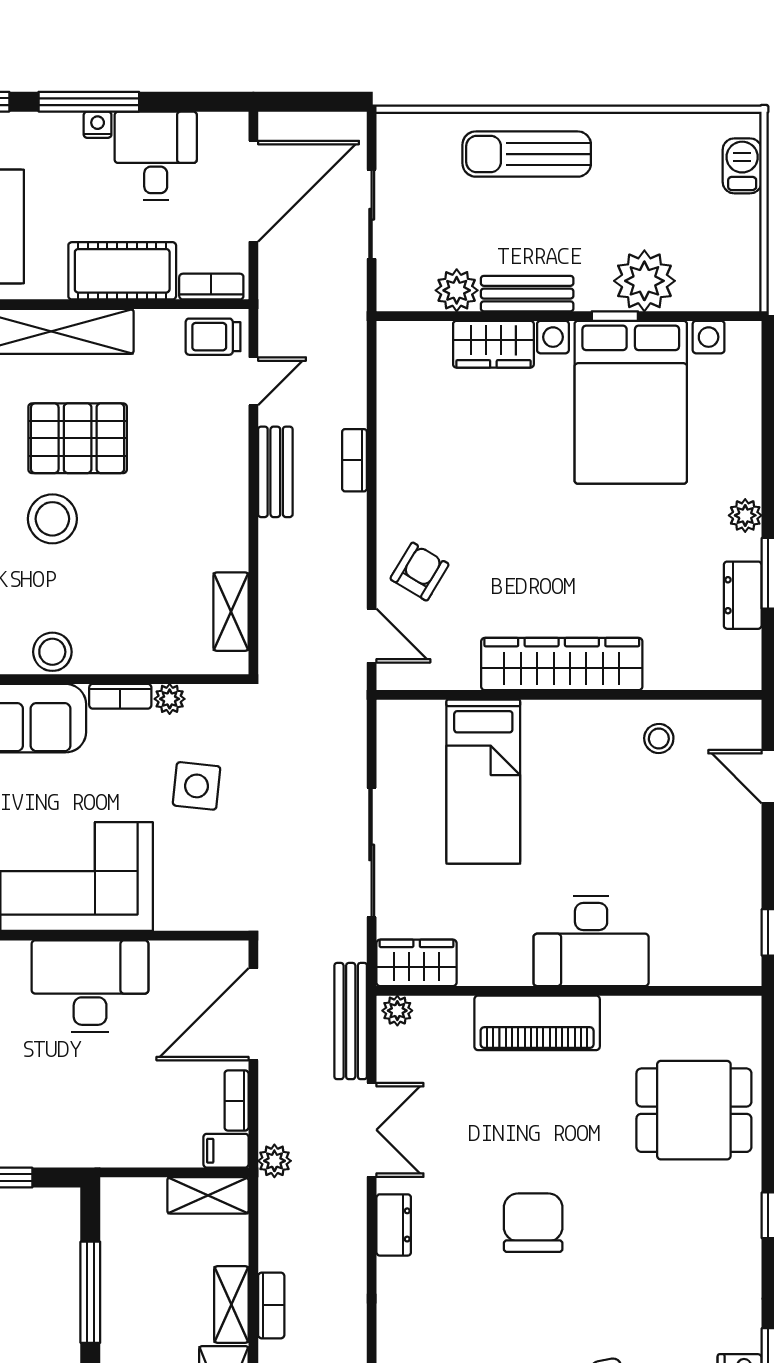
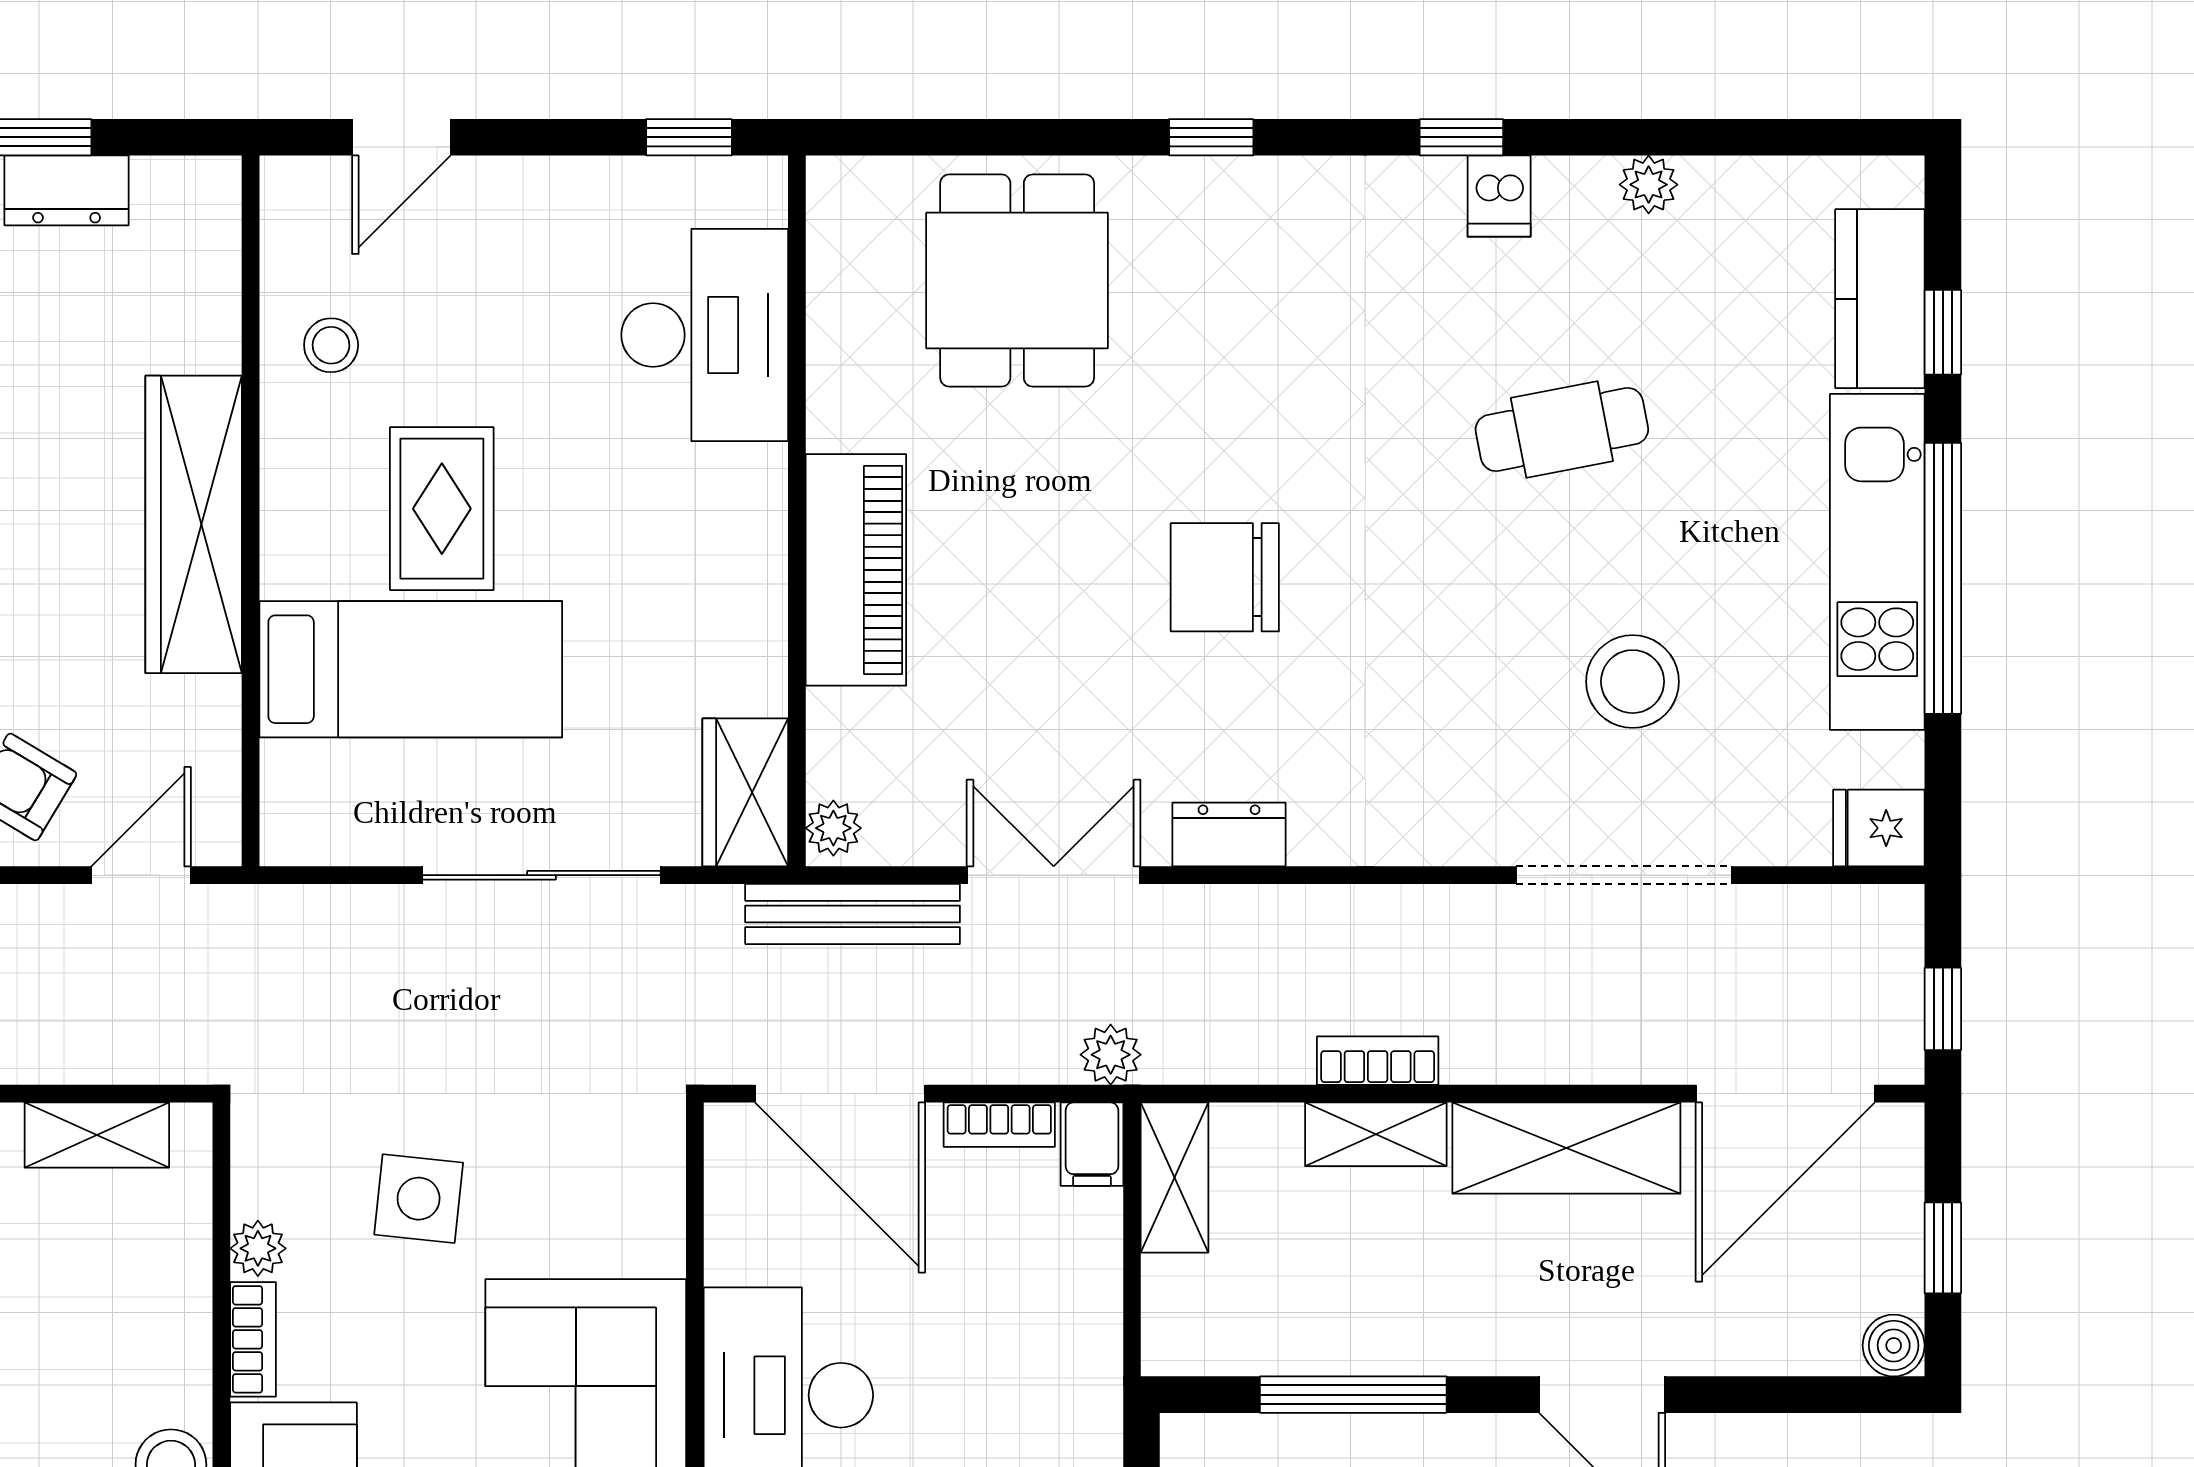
rug: (570, 799) -> (442, 509), added
desk: (591, 941) -> (705, 335), moved

